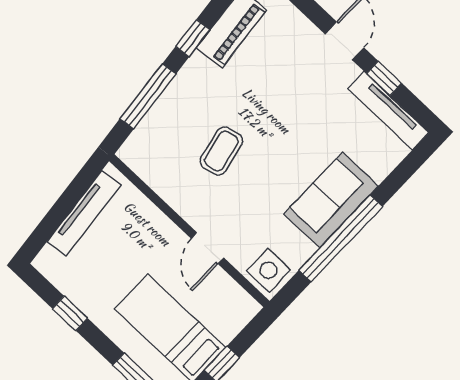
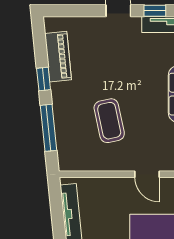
coffee table: (221, 151) -> (109, 121), width x1.36, depth x1.30

